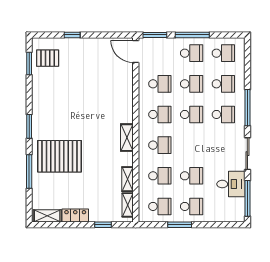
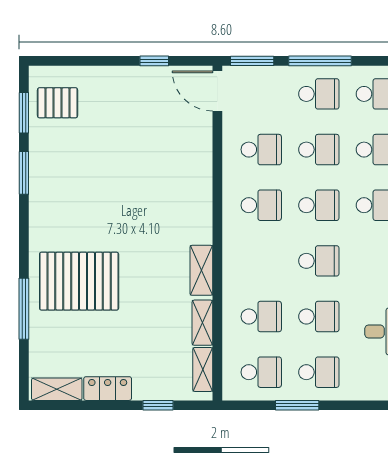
window: (72, 35) -> (154, 61), moved
window: (29, 126) -> (24, 173), moved
shelving: (127, 138) -> (201, 270), moved
school desk: (160, 145) -> (319, 261), moved

